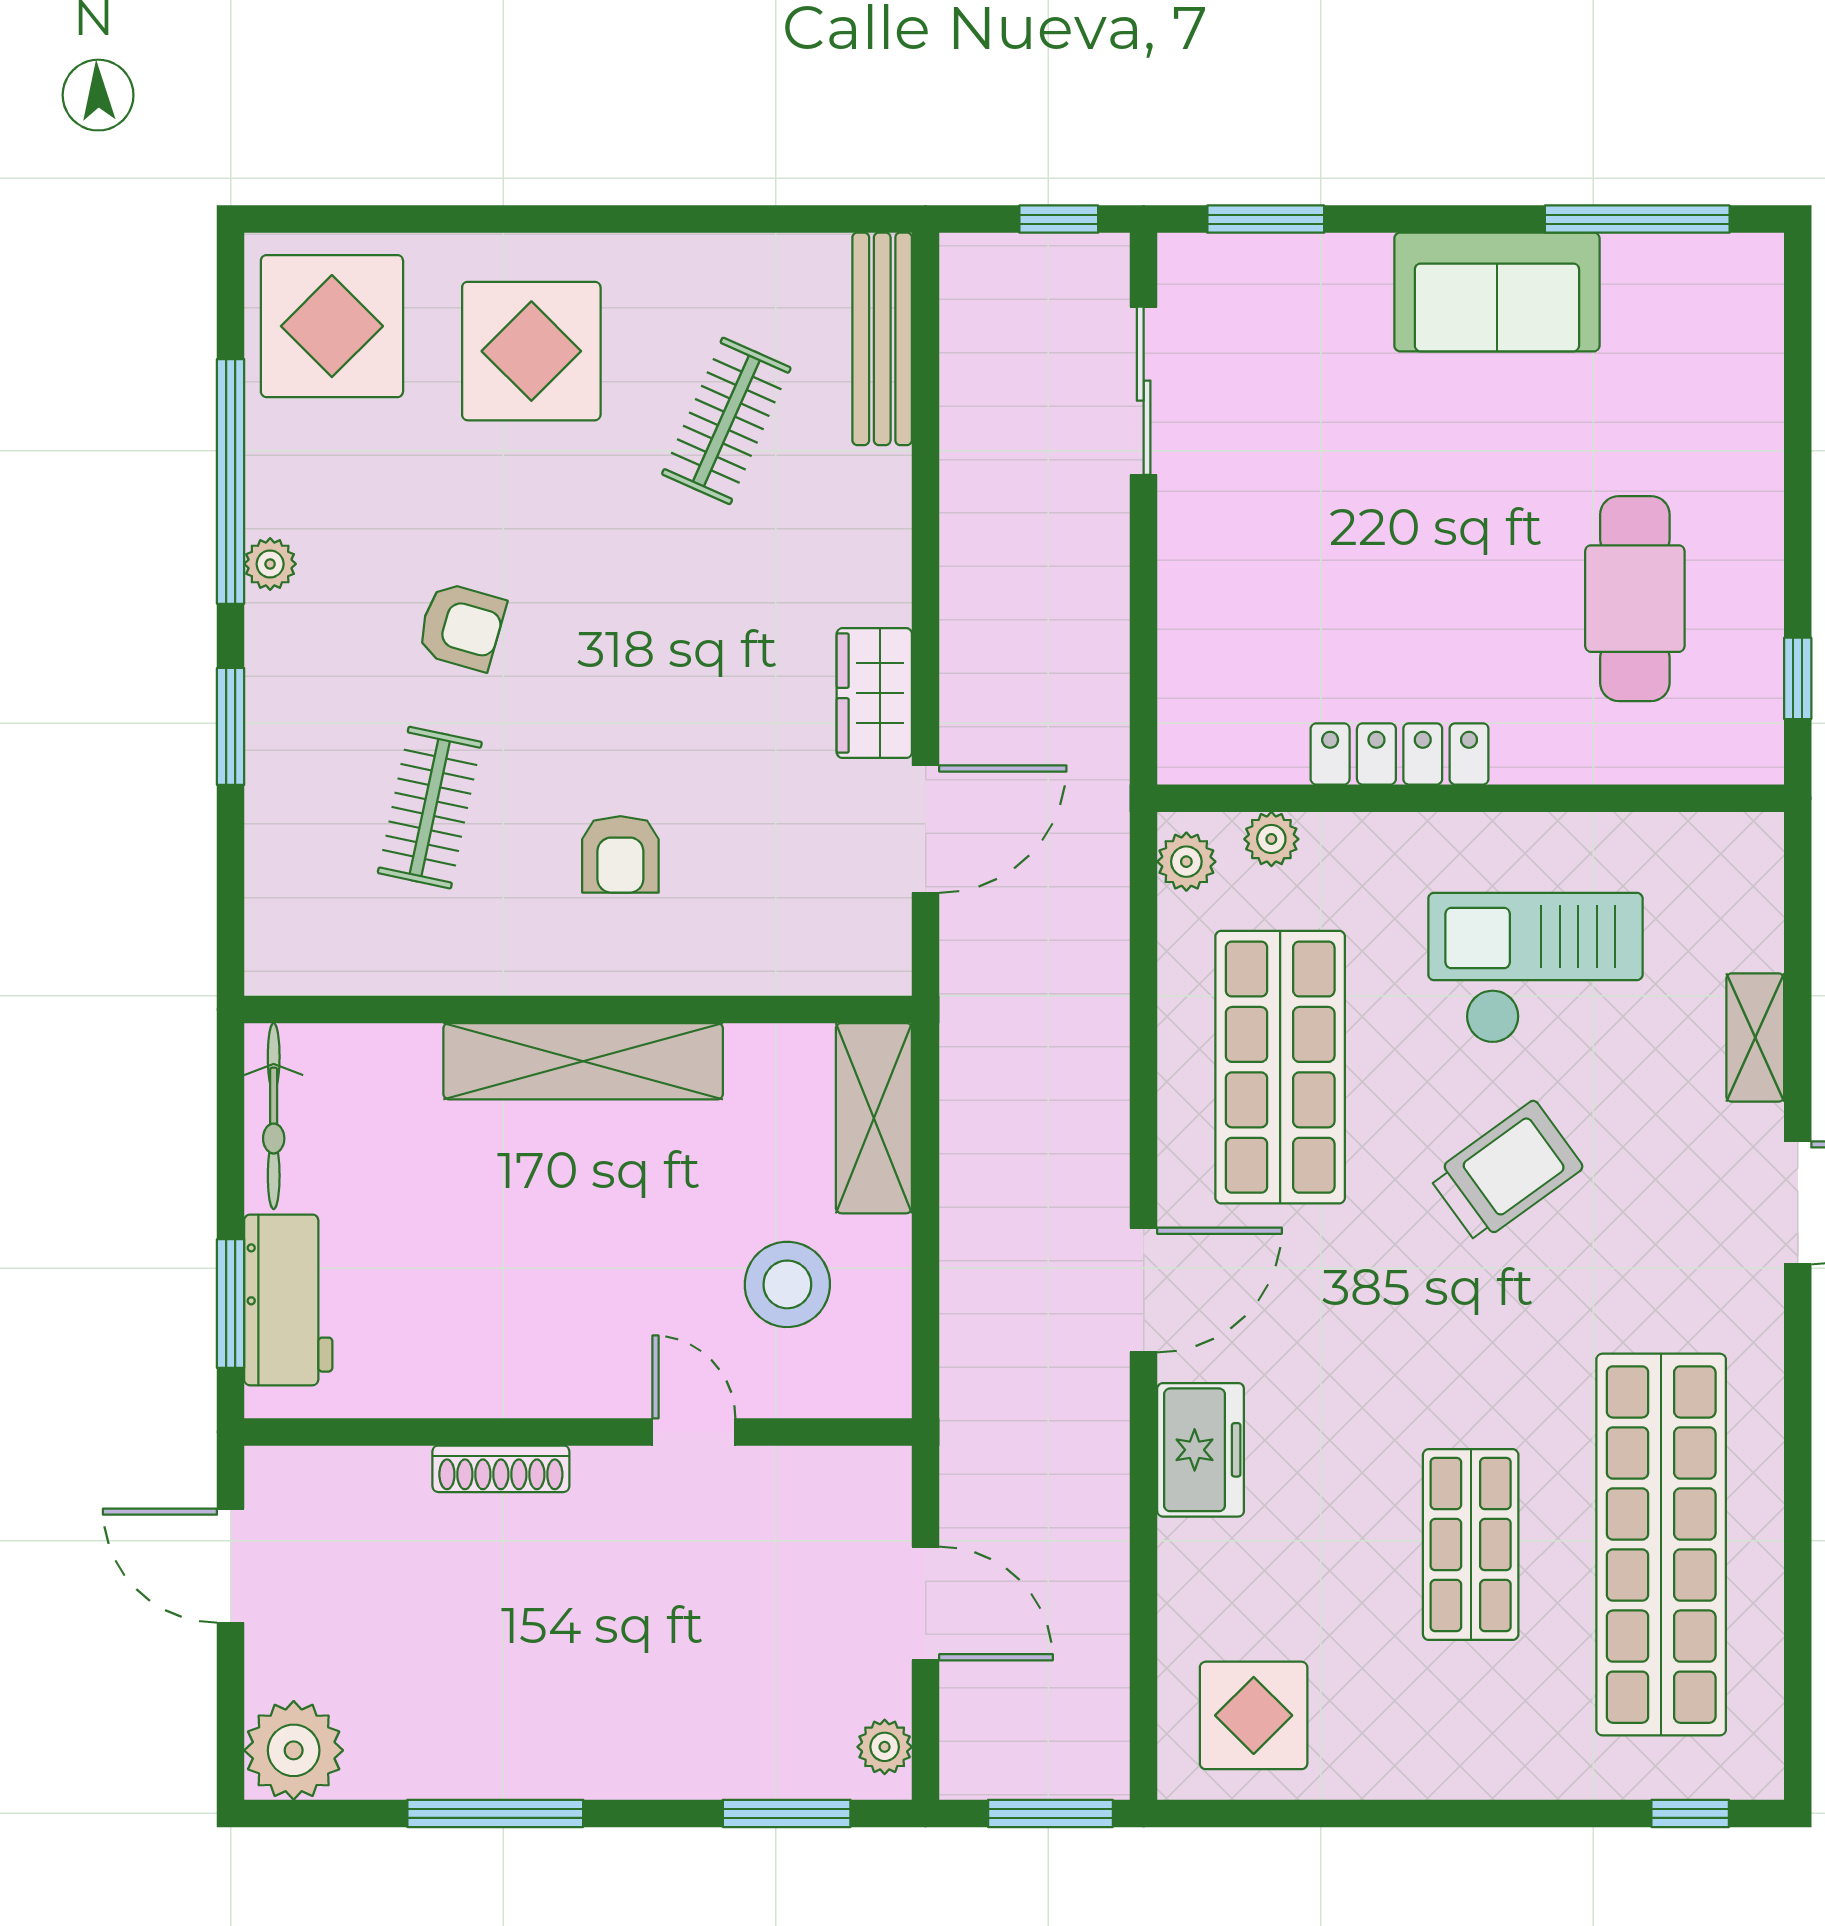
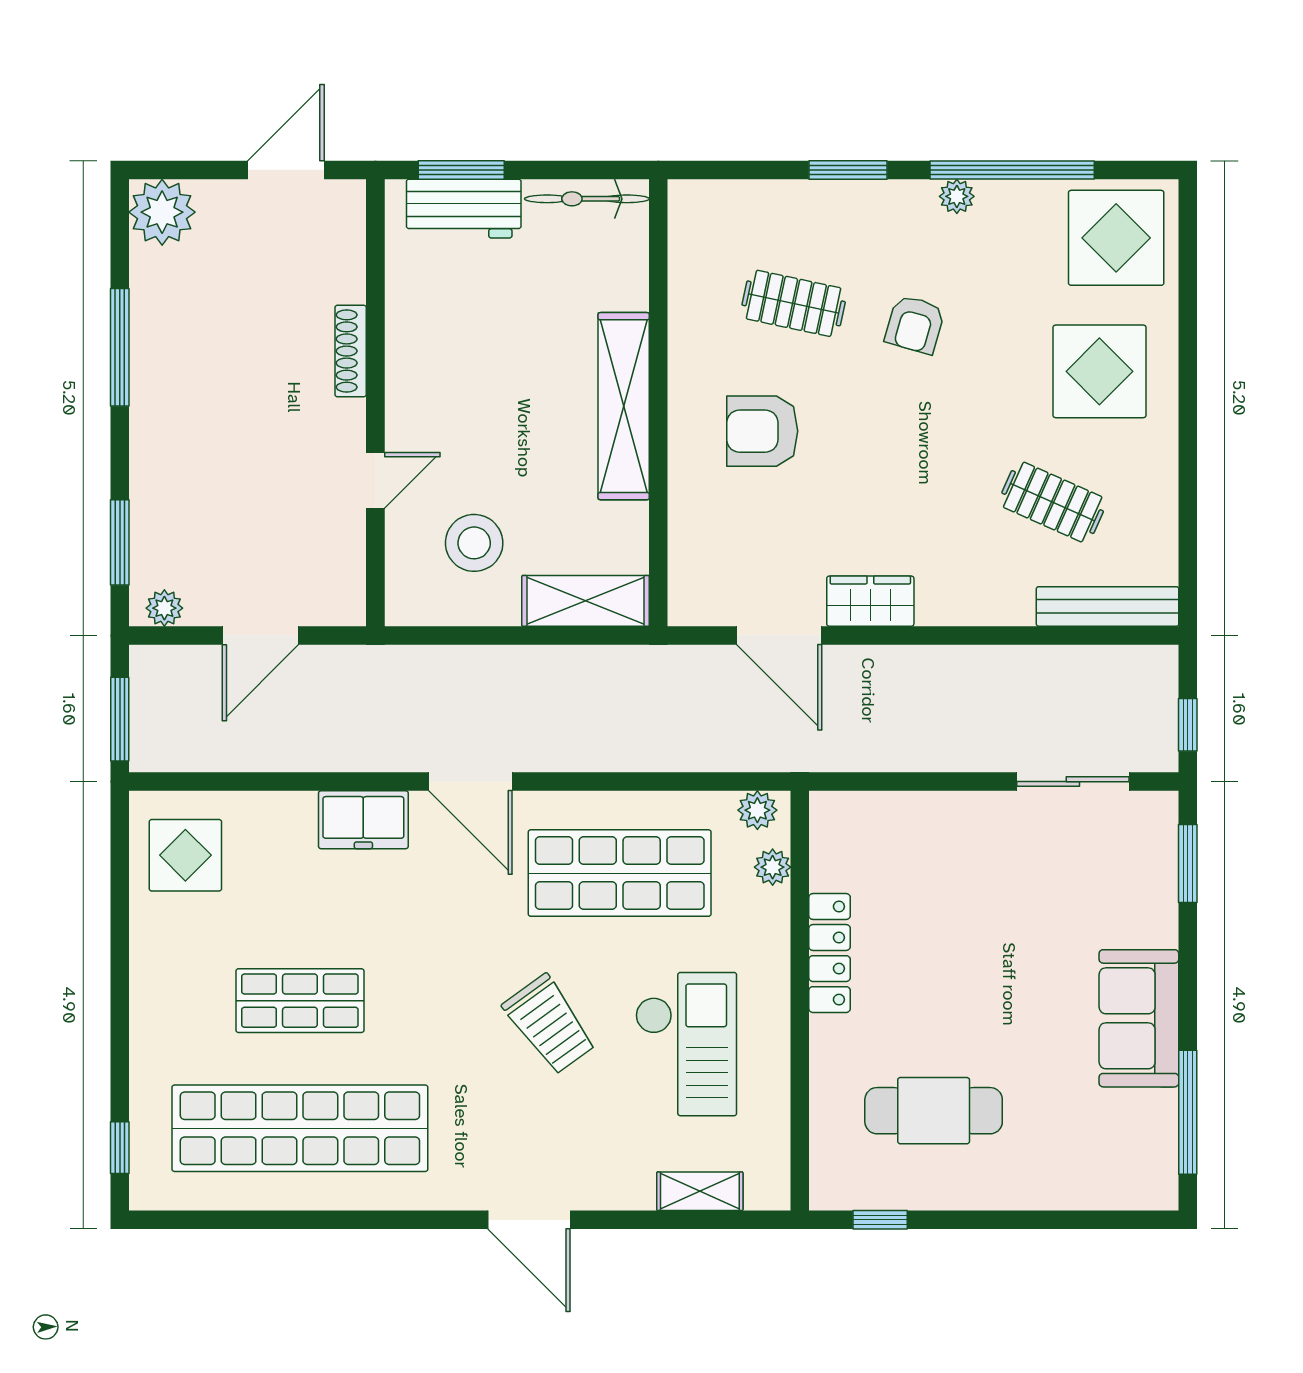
armchair: (620, 854) -> (762, 431), width x1.38, depth x1.38
shelving: (1755, 1038) -> (700, 1191), moved

